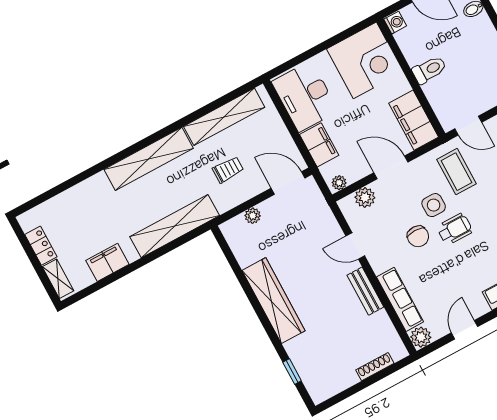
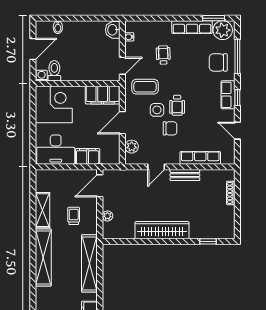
toilet: (429, 70) -> (54, 71), moved
shelving: (224, 117) -> (43, 210), width x0.68
plant: (339, 183) -> (115, 157), removed
wheelchair: (455, 229) -> (177, 105), turned 180
plant: (421, 337) -> (228, 158), removed

